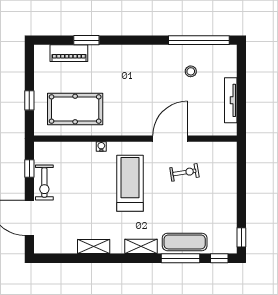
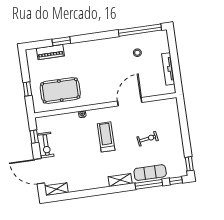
exercise bike: (184, 172) -> (148, 139), moved
treadmill: (130, 183) -> (106, 137), width x0.73, depth x0.73
shelving: (94, 247) -> (56, 189), moved

